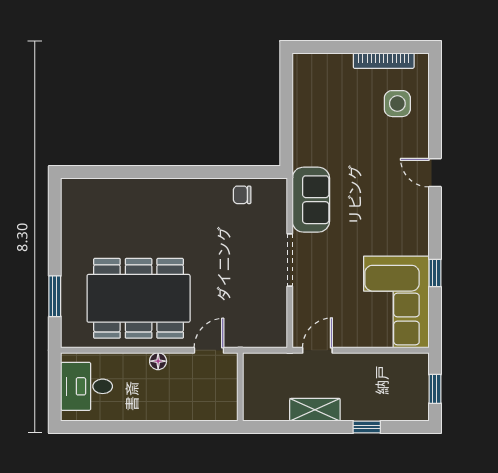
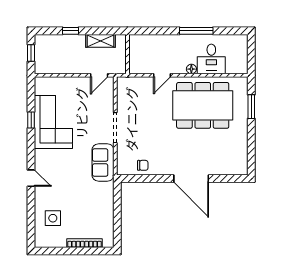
bookcase: (384, 61) -> (85, 243), moved
door: (158, 172) -> (191, 179), added
corner sofa: (396, 302) -> (53, 122), moved
desk: (87, 386) -> (211, 59), moved, turned 90
wall: (240, 387) -> (127, 54), moved
window: (150, 427) -> (196, 31), added

